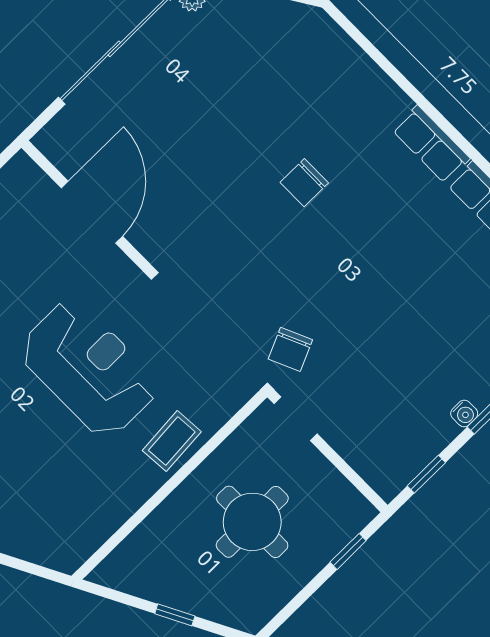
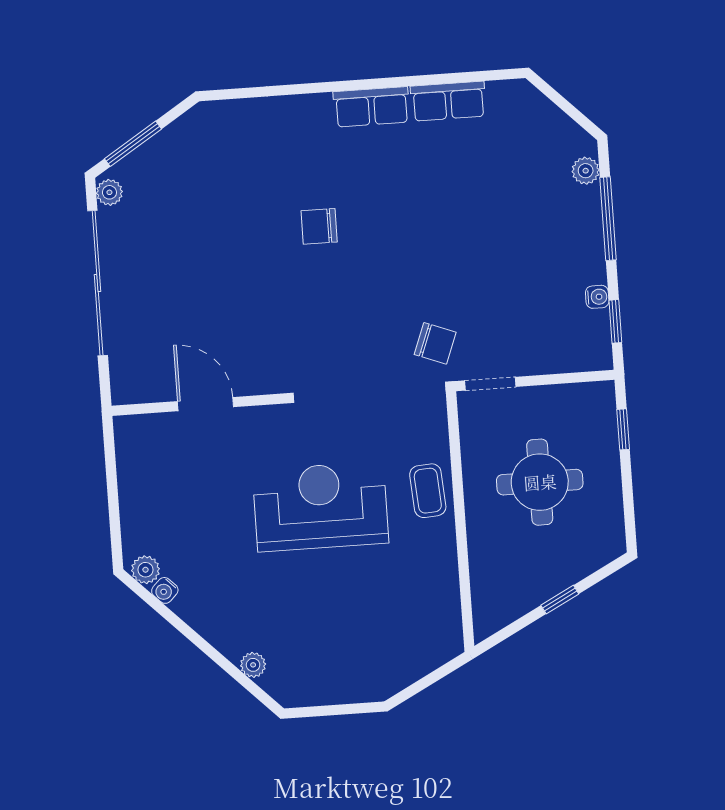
chair: (304, 183) -> (319, 226), turned 90
door: (92, 212) -> (206, 404), width x0.73
chair: (290, 349) -> (435, 343), turned -45
water cooler: (464, 414) -> (597, 297), moved

